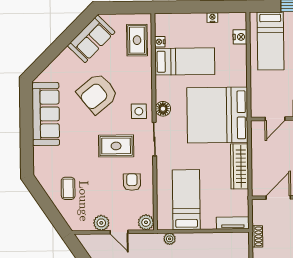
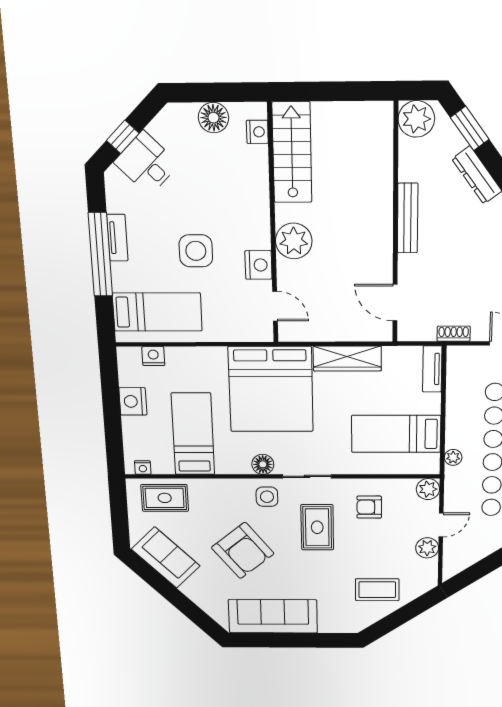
nightstand: (212, 18) -> (133, 401), width x1.89, depth x1.79
nightstand: (160, 42) -> (143, 468), moved
coffee table: (68, 188) -> (377, 590), width x1.36, depth x1.30

